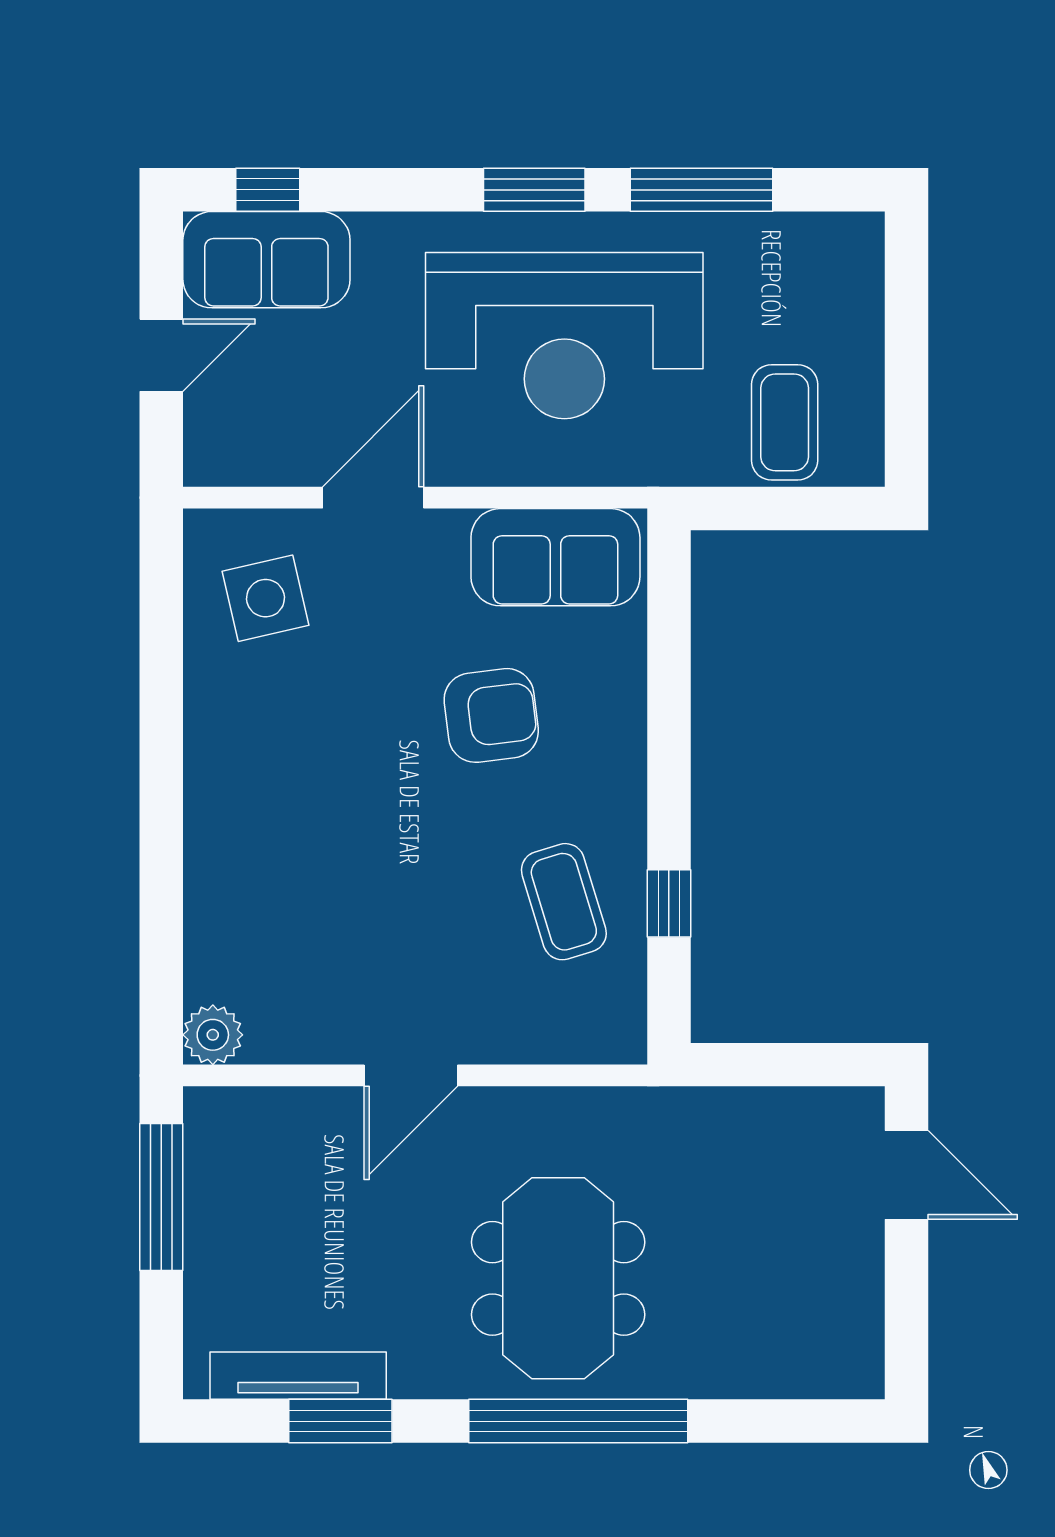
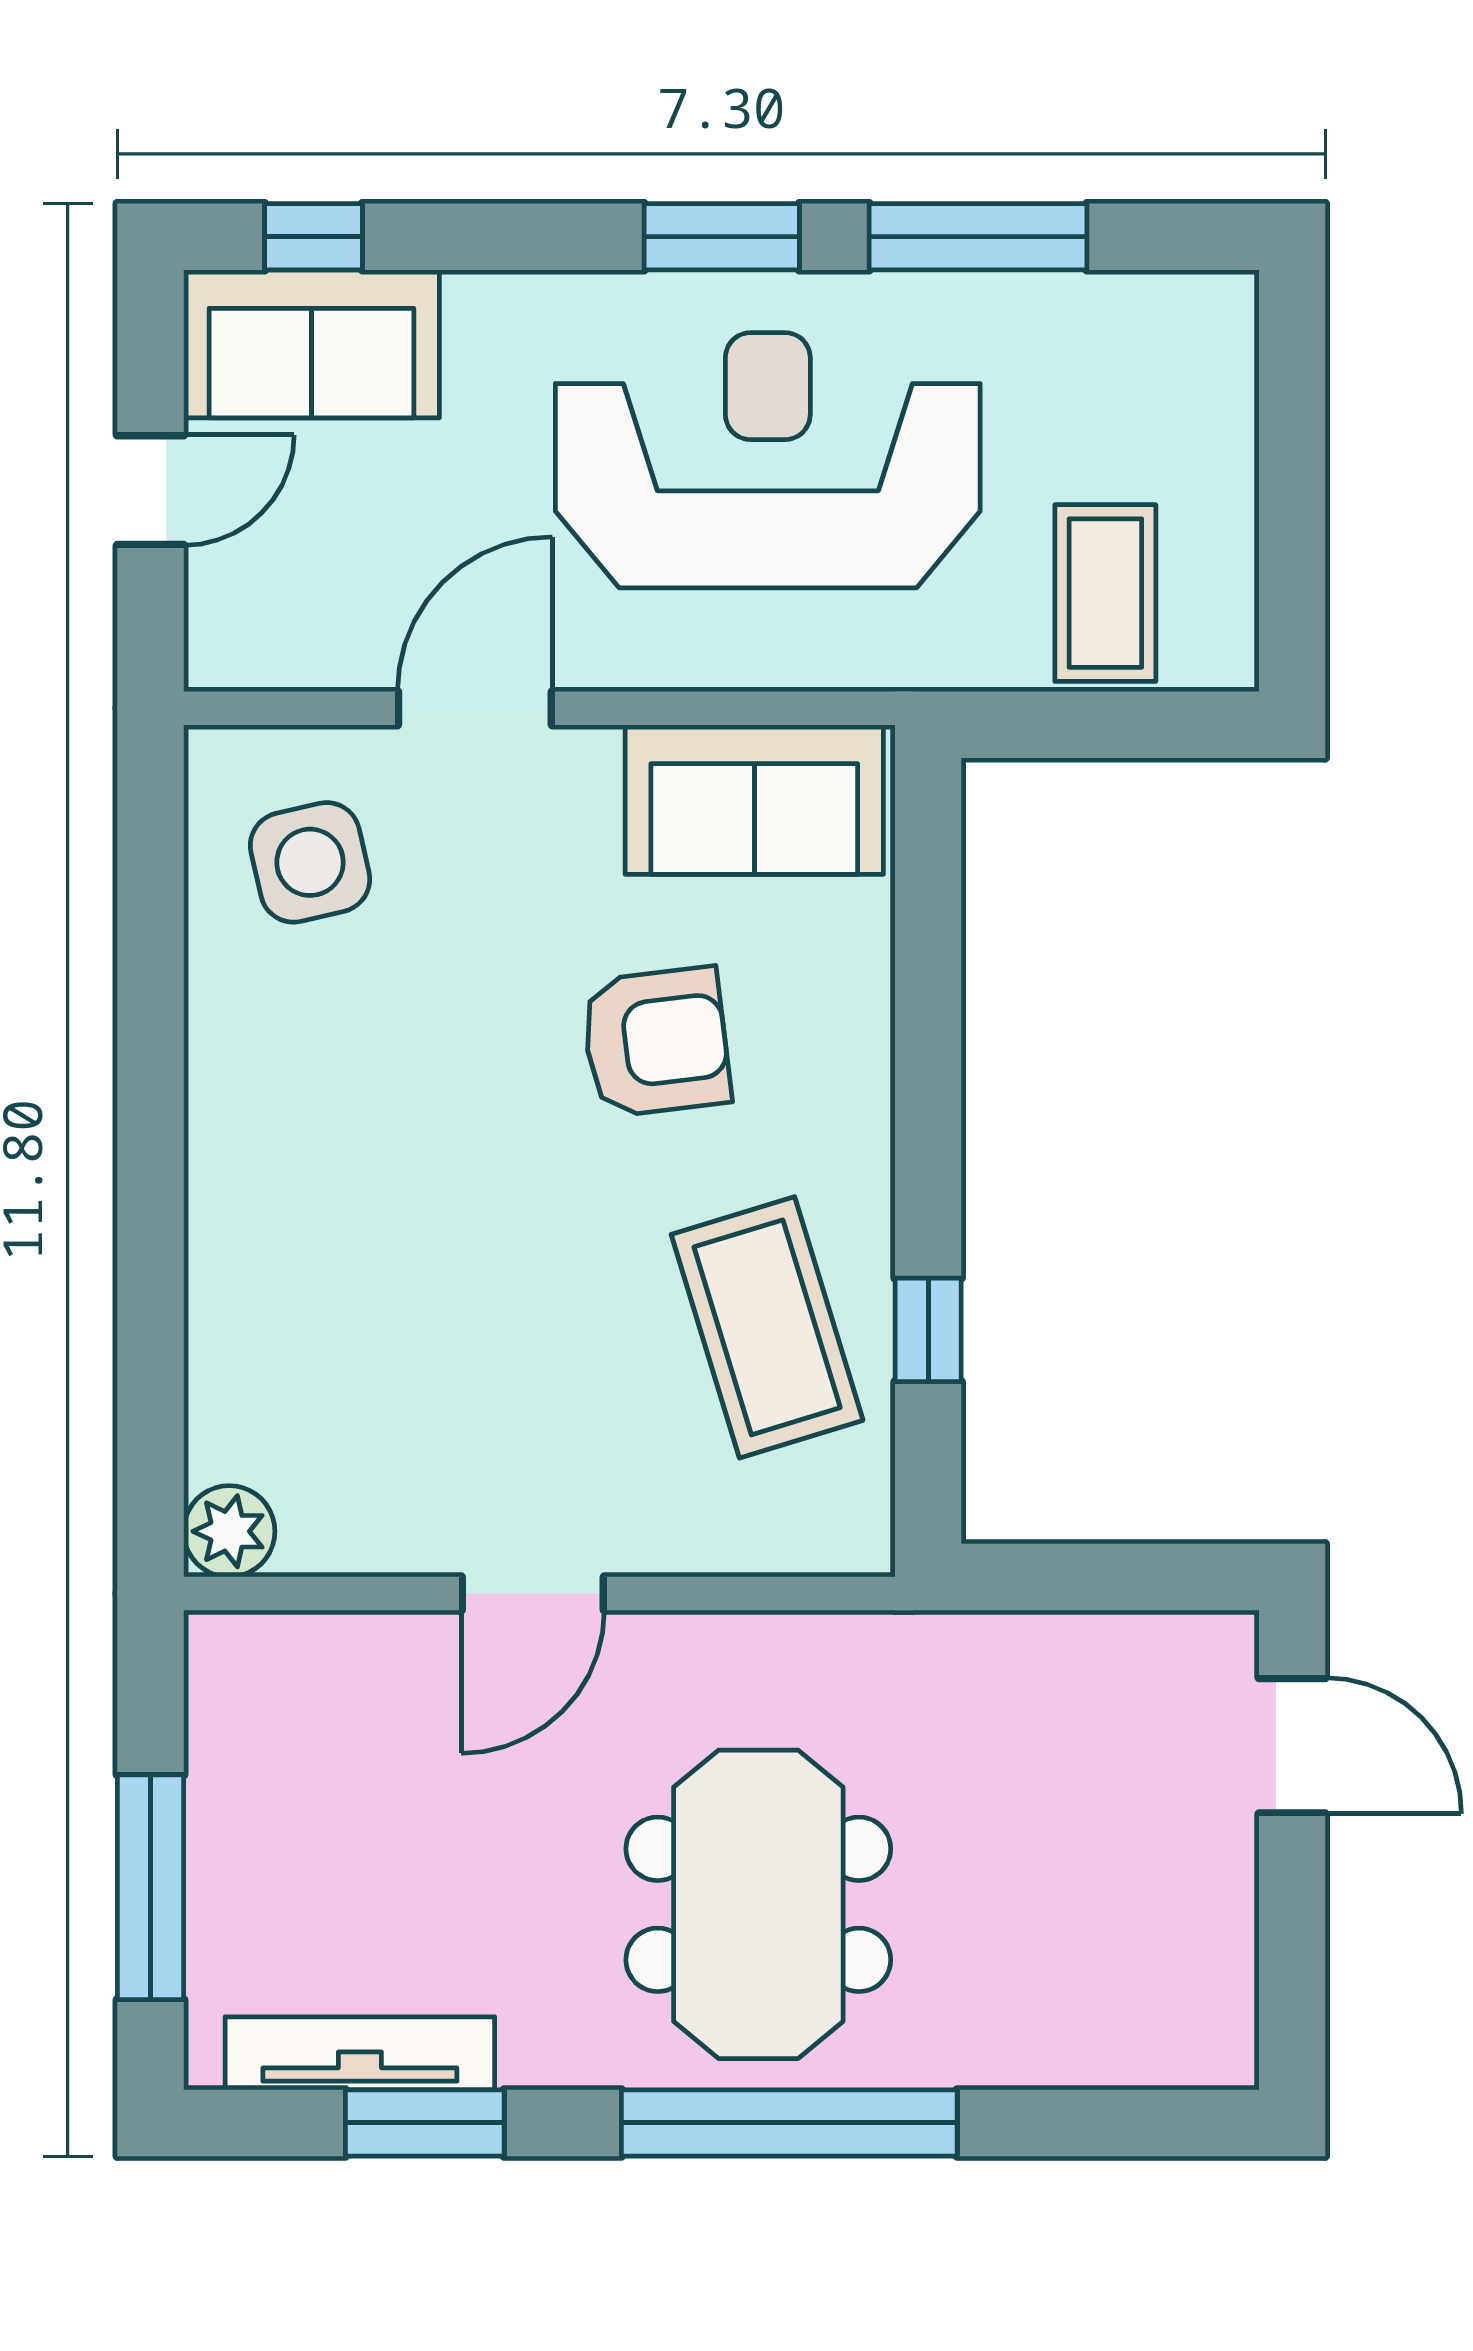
reception desk: (564, 336) -> (768, 460), turned 180
coffee table: (564, 902) -> (767, 1327), width x1.36, depth x1.32
window: (161, 1197) -> (150, 1887), moved

